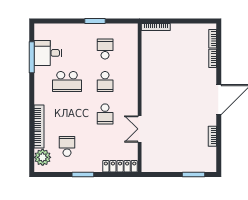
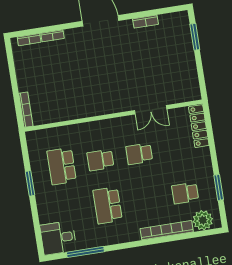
school desk: (105, 49) -> (62, 166), width x1.85
desk: (48, 53) -> (58, 238), moved, turned 90
school desk: (67, 81) -> (108, 205), turned 180
school desk: (105, 81) -> (100, 160), turned 180
school desk: (105, 114) -> (139, 154), turned 180
window: (83, 174) -> (219, 187), moved

